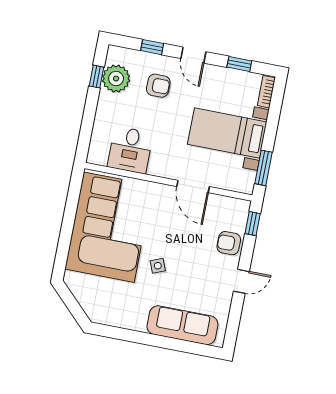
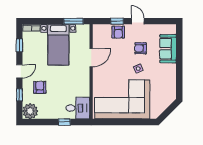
window: (97, 77) -> (64, 122), moved
plant: (116, 79) -> (30, 111), moved
desk: (130, 150) -> (78, 108), moved
window: (253, 224) -> (117, 21), moved
armchair: (193, 277) -> (141, 48), added
sofa: (182, 325) -> (168, 49), width x0.73

